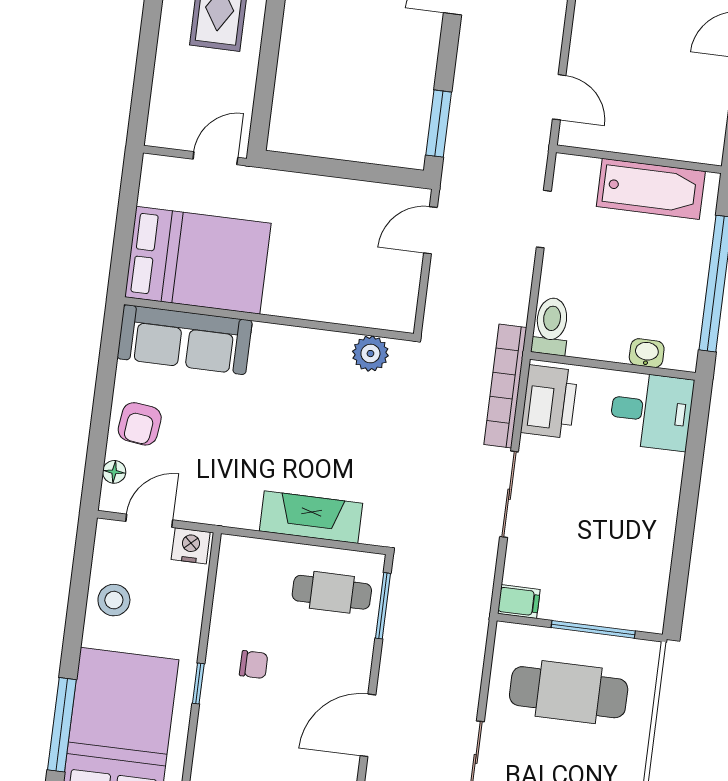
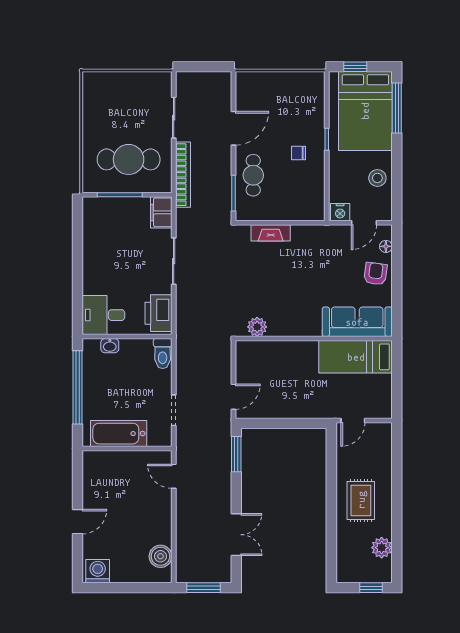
bed: (198, 260) -> (356, 357), width x0.67
bookcase: (505, 386) -> (183, 175), moved
fireplace: (311, 517) -> (271, 233), width x0.73, depth x0.76
cafe table: (332, 592) -> (253, 175), moved, turned 90
filing cabinet: (519, 602) -> (161, 212), width x2.00

